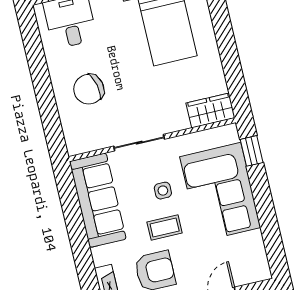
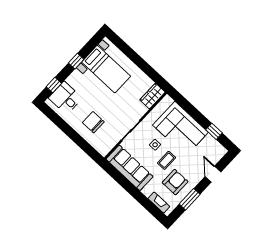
chair: (89, 89) -> (93, 122), turned 103
window: (252, 151) -> (214, 131), moved

